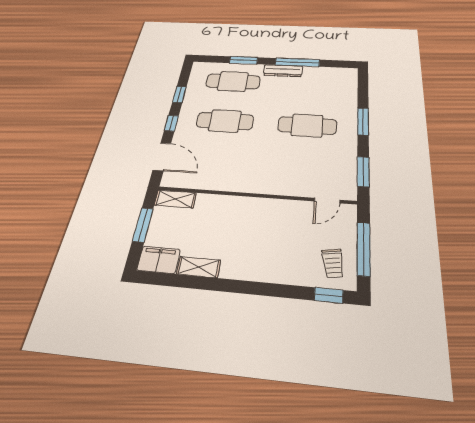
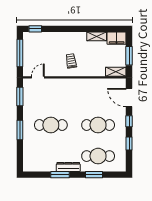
window: (297, 62) -> (60, 175), width x0.69
trolley: (333, 263) -> (71, 61), moved

